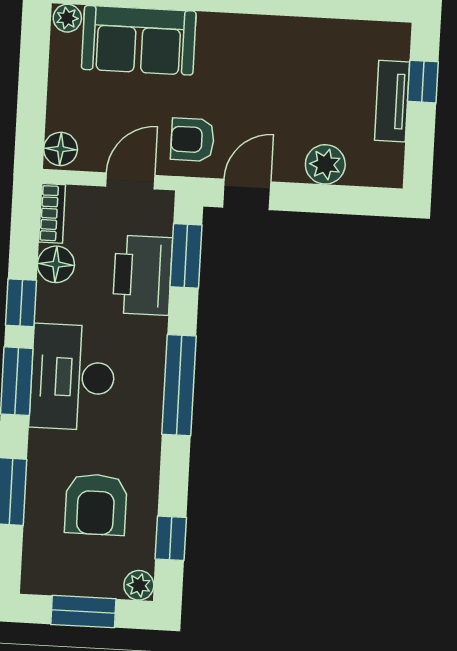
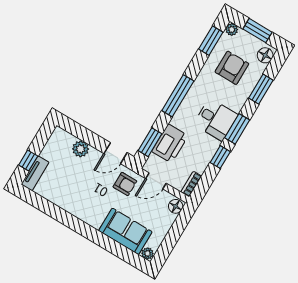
tv unit: (392, 101) -> (35, 173), moved
floor lamp: (56, 264) -> (265, 55), moved
desk: (73, 377) -> (216, 119), width x0.73
window: (171, 538) -> (211, 41), width x1.50

